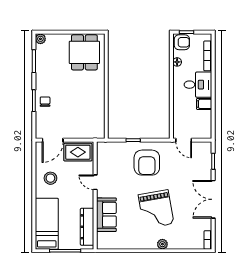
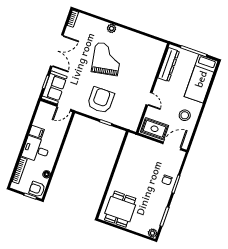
door: (184, 140) -> (64, 108), swing flipped
sofa: (106, 215) -> (54, 87), moved, turned 180

